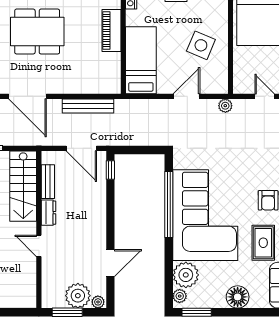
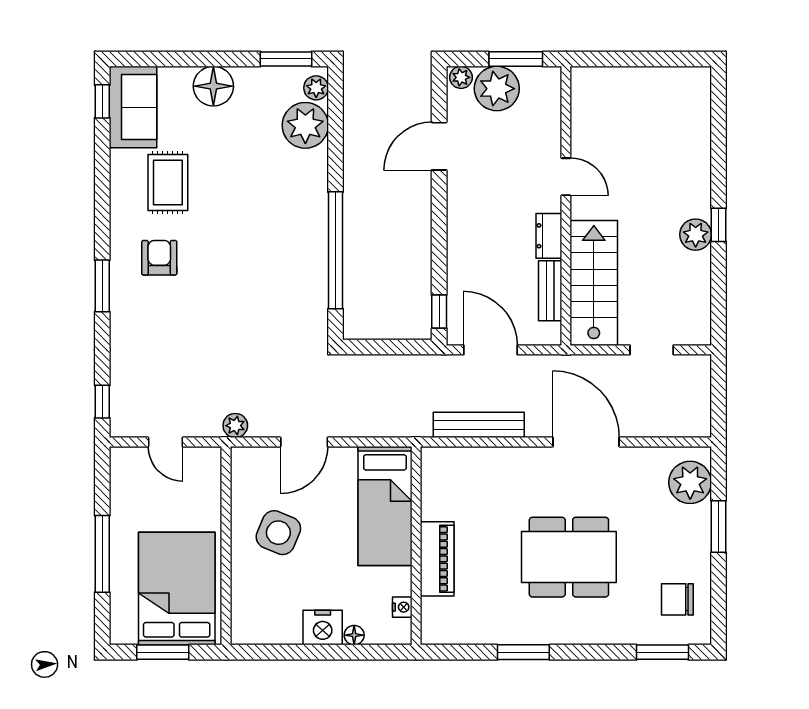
corner sofa: (205, 215) -> (271, 231), removed

